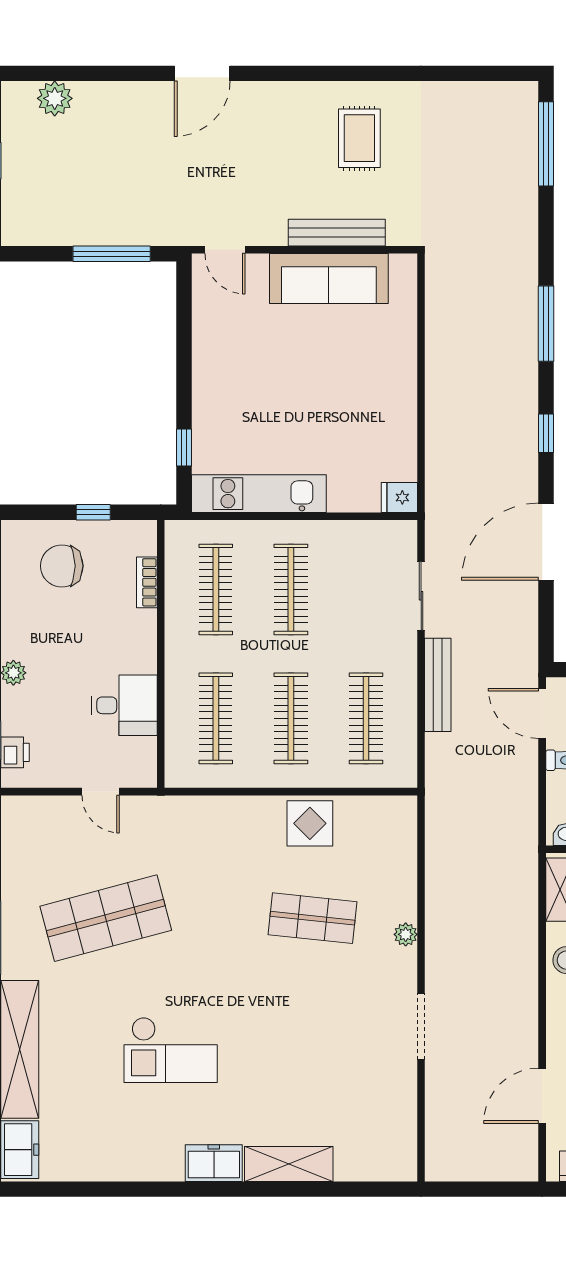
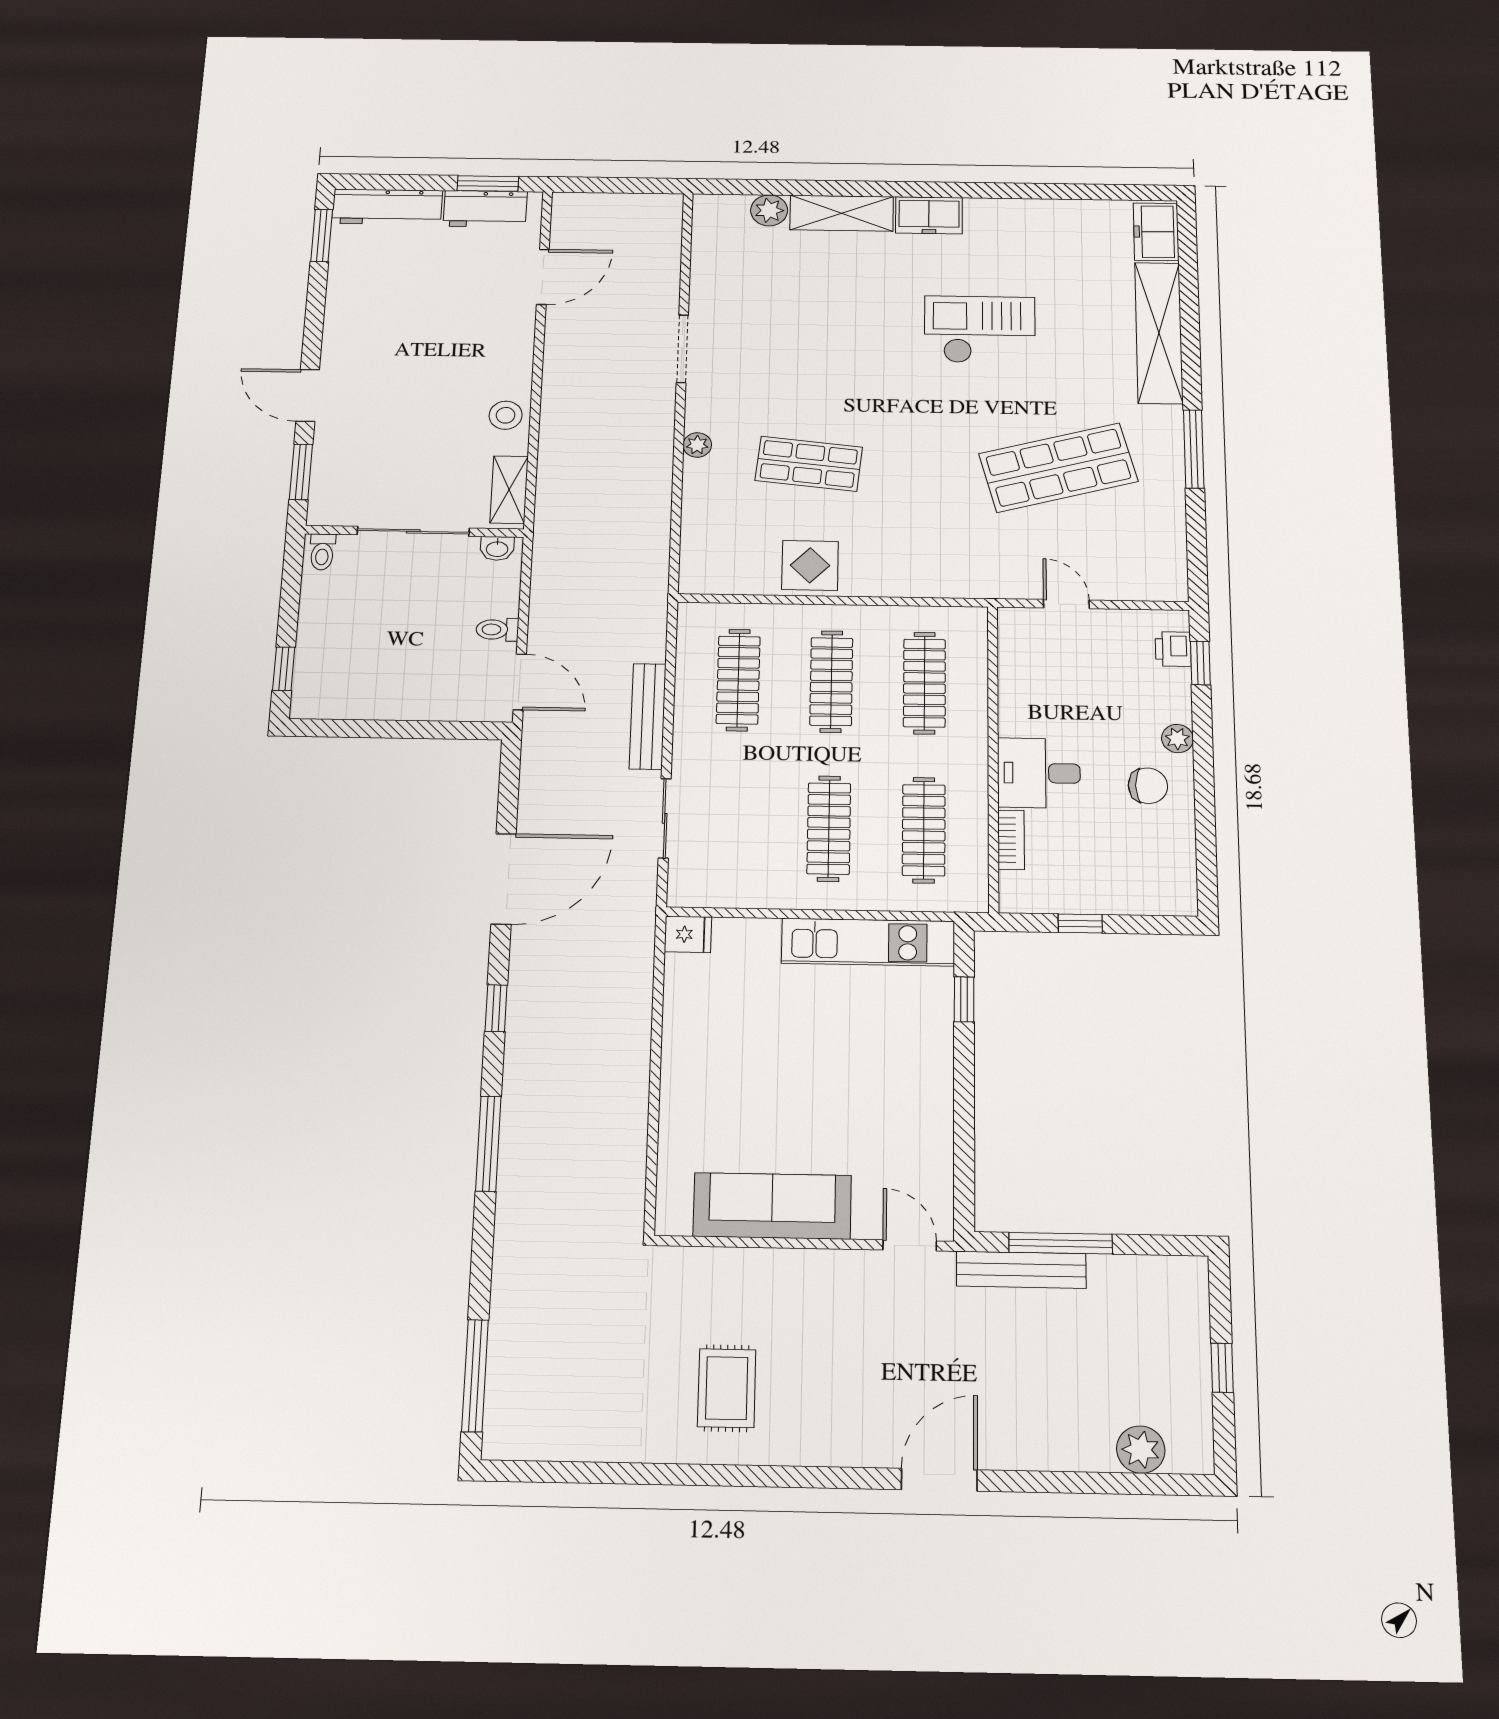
bench: (337, 233) -> (1021, 1270), moved
chair: (62, 566) -> (1148, 786), moved, width x0.73, depth x0.73
desk: (124, 705) -> (1039, 773), moved
plant: (351, 1166) -> (769, 210), added

